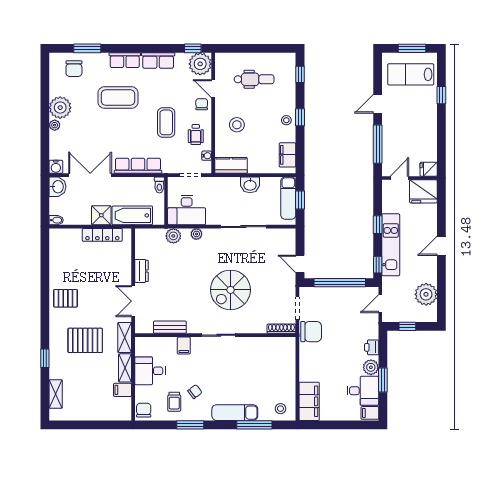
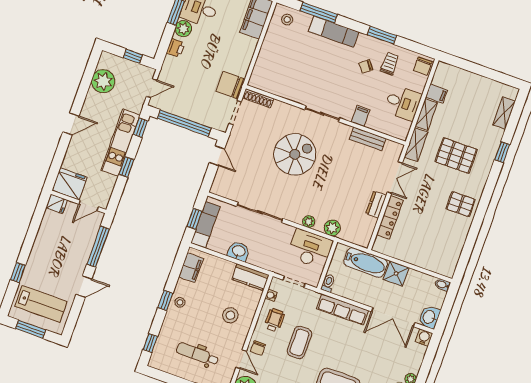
locker: (102, 235) -> (390, 218), moved, turned 90

